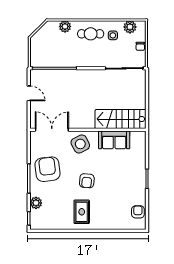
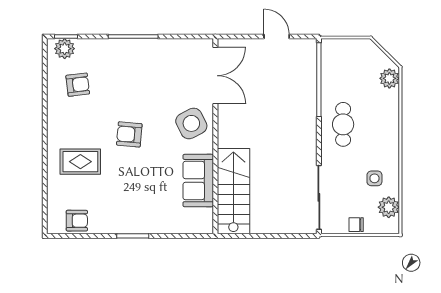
plant: (65, 26) -> (389, 78), moved
cafe table: (91, 34) -> (343, 124), moved
door: (29, 93) -> (277, 37), swing flipped
armchair: (47, 169) -> (78, 85), moved, width x0.53, depth x0.53
plant: (36, 203) -> (65, 49), moved
rug: (82, 212) -> (80, 162), moved

